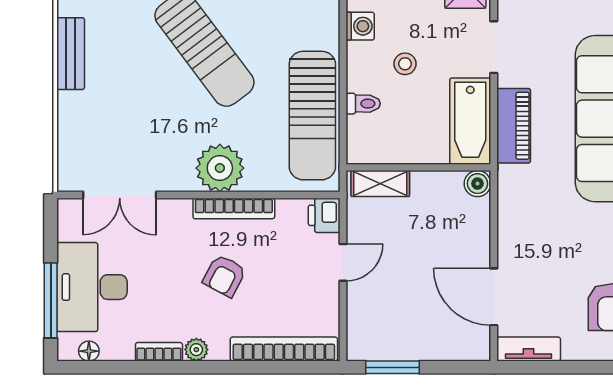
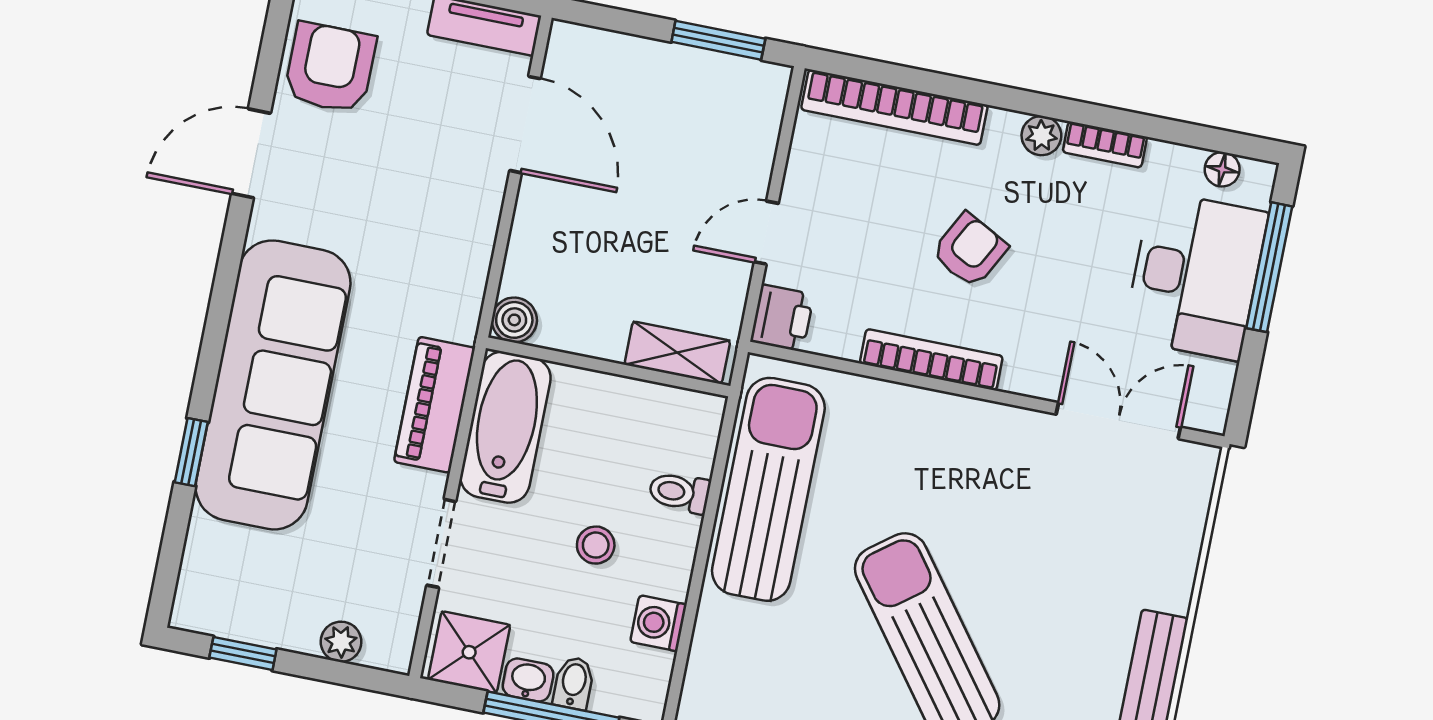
plant: (220, 168) -> (941, 432), removed

